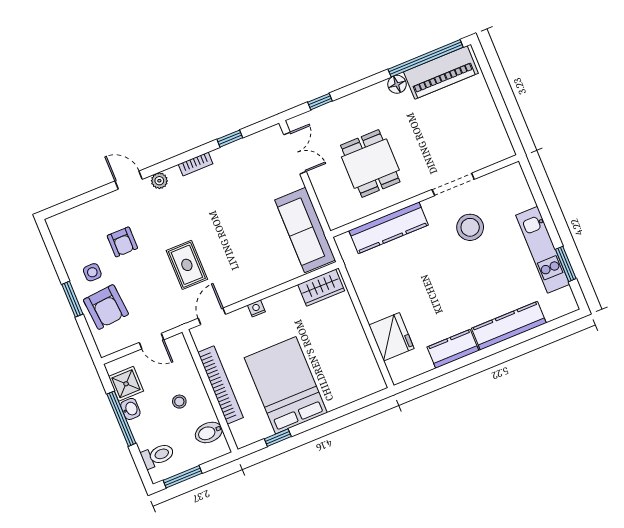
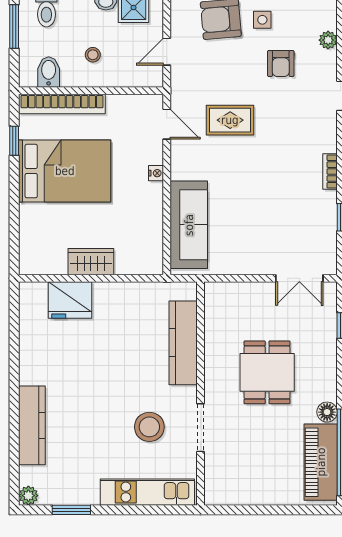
dining table: (370, 164) -> (267, 372), moved, turned 90
plant: (159, 181) -> (328, 40), moved
sofa: (305, 230) -> (189, 225), moved, turned 90
armchair: (122, 242) -> (281, 63), turned -90
kitchen unit: (543, 250) -> (147, 492), moved
wardrobe: (321, 288) -> (91, 262), moved, turned 90
plant: (569, 305) -> (28, 496), added
kitchen counter: (453, 349) -> (32, 358), removed
bookcase: (220, 385) -> (62, 104), moved

